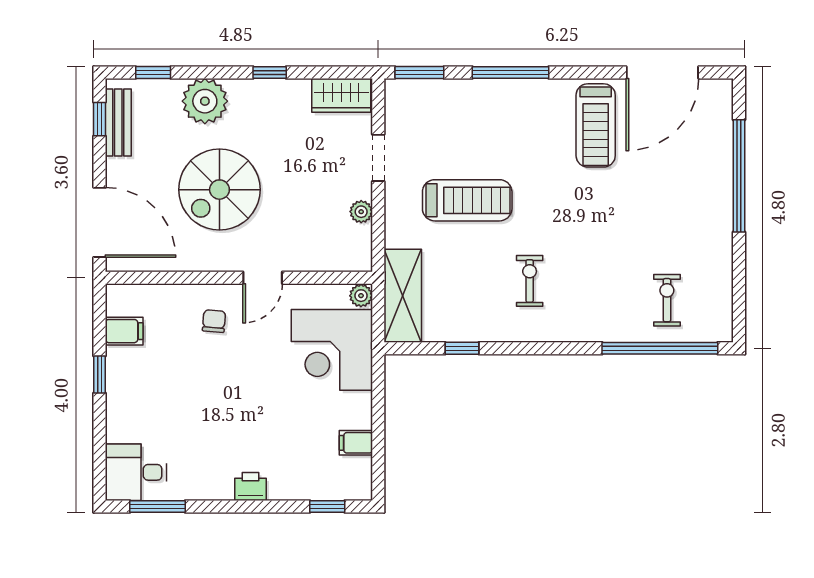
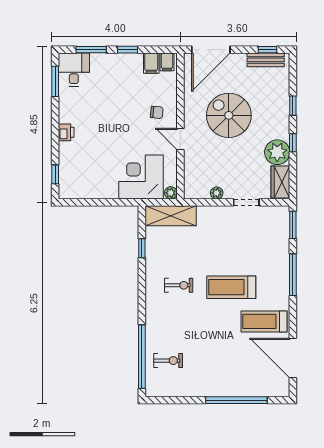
window: (153, 72) -> (293, 106), moved
plant: (205, 101) -> (277, 152), moved
treadmill: (467, 200) -> (231, 287), moved, turned 90
window: (100, 441) -> (91, 50), added
filing cabinet: (356, 443) -> (167, 62), moved, turned 180

